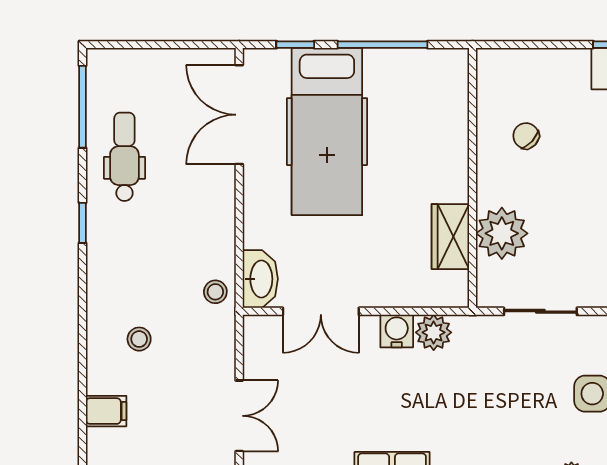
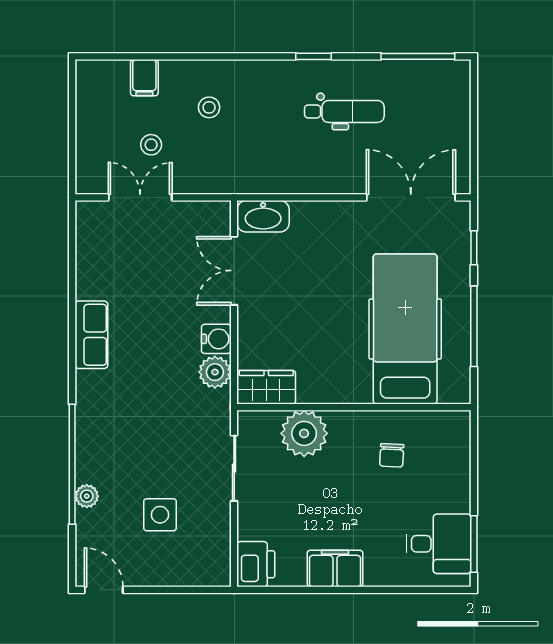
hospital bed: (327, 132) -> (405, 329), moved, turned 90
chair: (526, 136) -> (392, 455), turned 140
dental chair: (124, 157) -> (344, 111), moved
wardrobe: (450, 237) -> (266, 387), moved
stool: (215, 292) -> (151, 145), moved
double door: (239, 416) -> (140, 197), swing flipped

